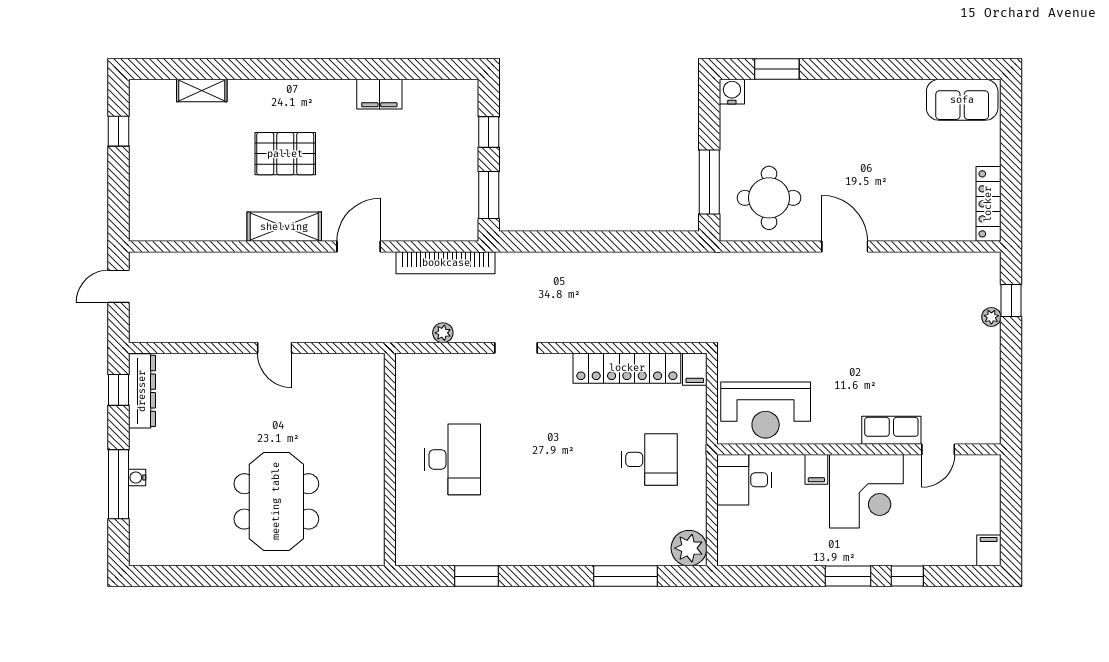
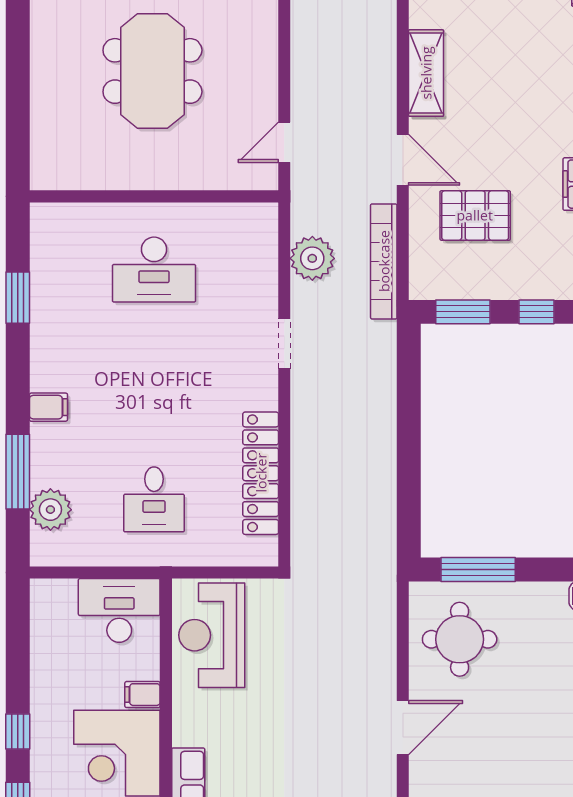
pallet: (285, 154) -> (475, 215), moved, turned 90
plant: (443, 333) -> (312, 258), width x1.87, depth x1.87
door: (275, 348) -> (284, 142), moved
filing cabinet: (695, 369) -> (48, 407), moved, turned 180
desk: (744, 480) -> (119, 610), width x1.37
meeting table: (276, 501) -> (152, 71), moved, turned 90
plant: (689, 548) -> (50, 510), moved
window: (848, 576) -> (18, 732), width x0.67

